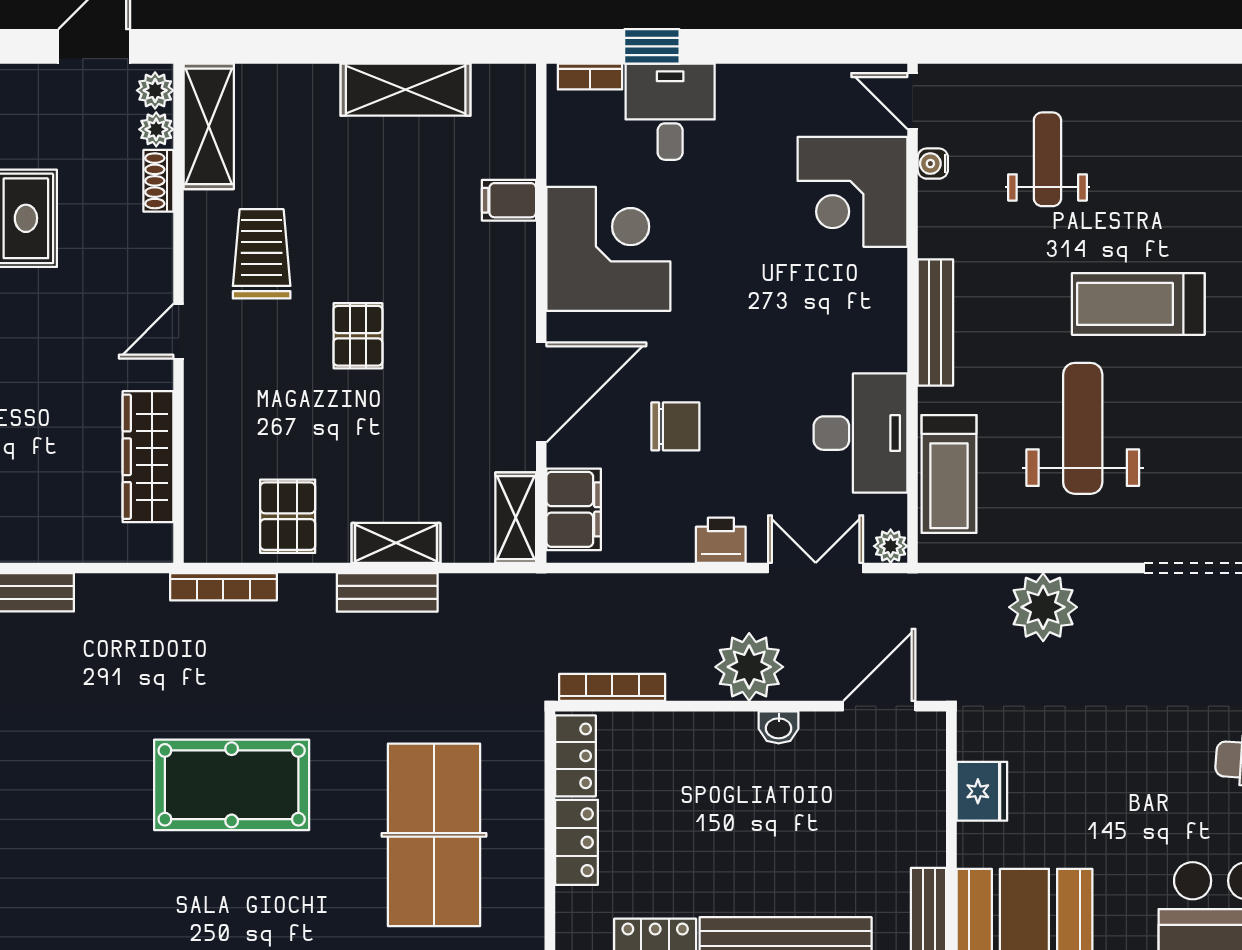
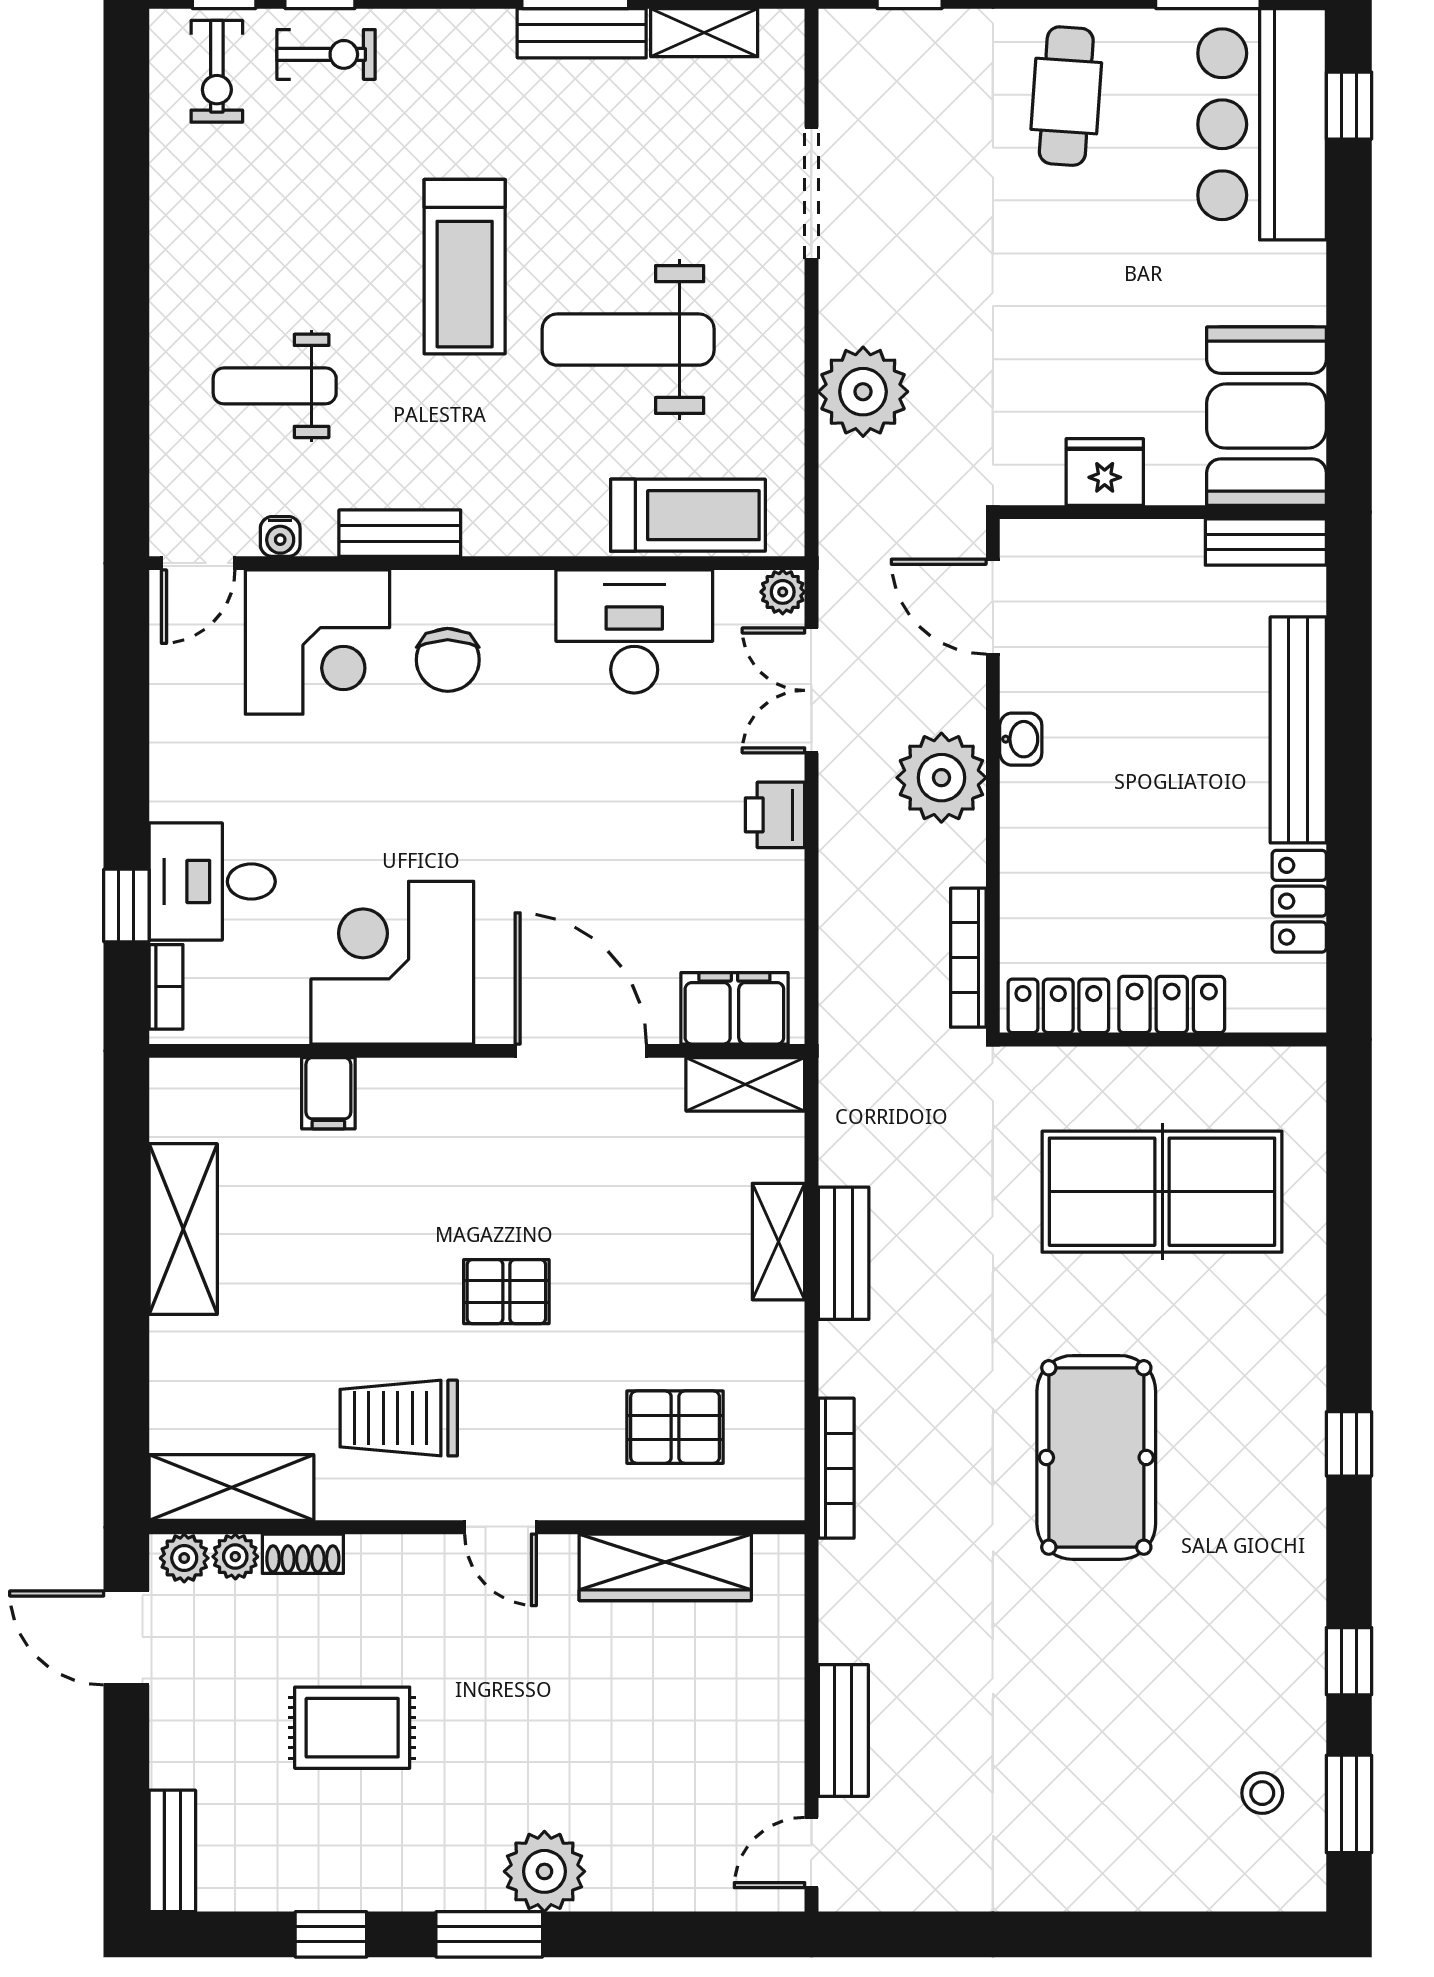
bench: (935, 322) -> (400, 533), moved, width x0.73
chair: (675, 426) -> (448, 660), moved, turned 180
pallet: (288, 516) -> (675, 1427), moved

